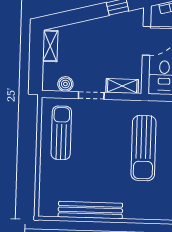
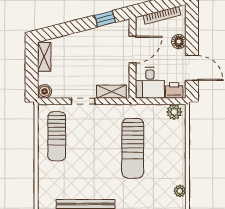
boiler: (65, 84) -> (45, 91), moved
sun lounger: (61, 133) -> (57, 136), turned 180

